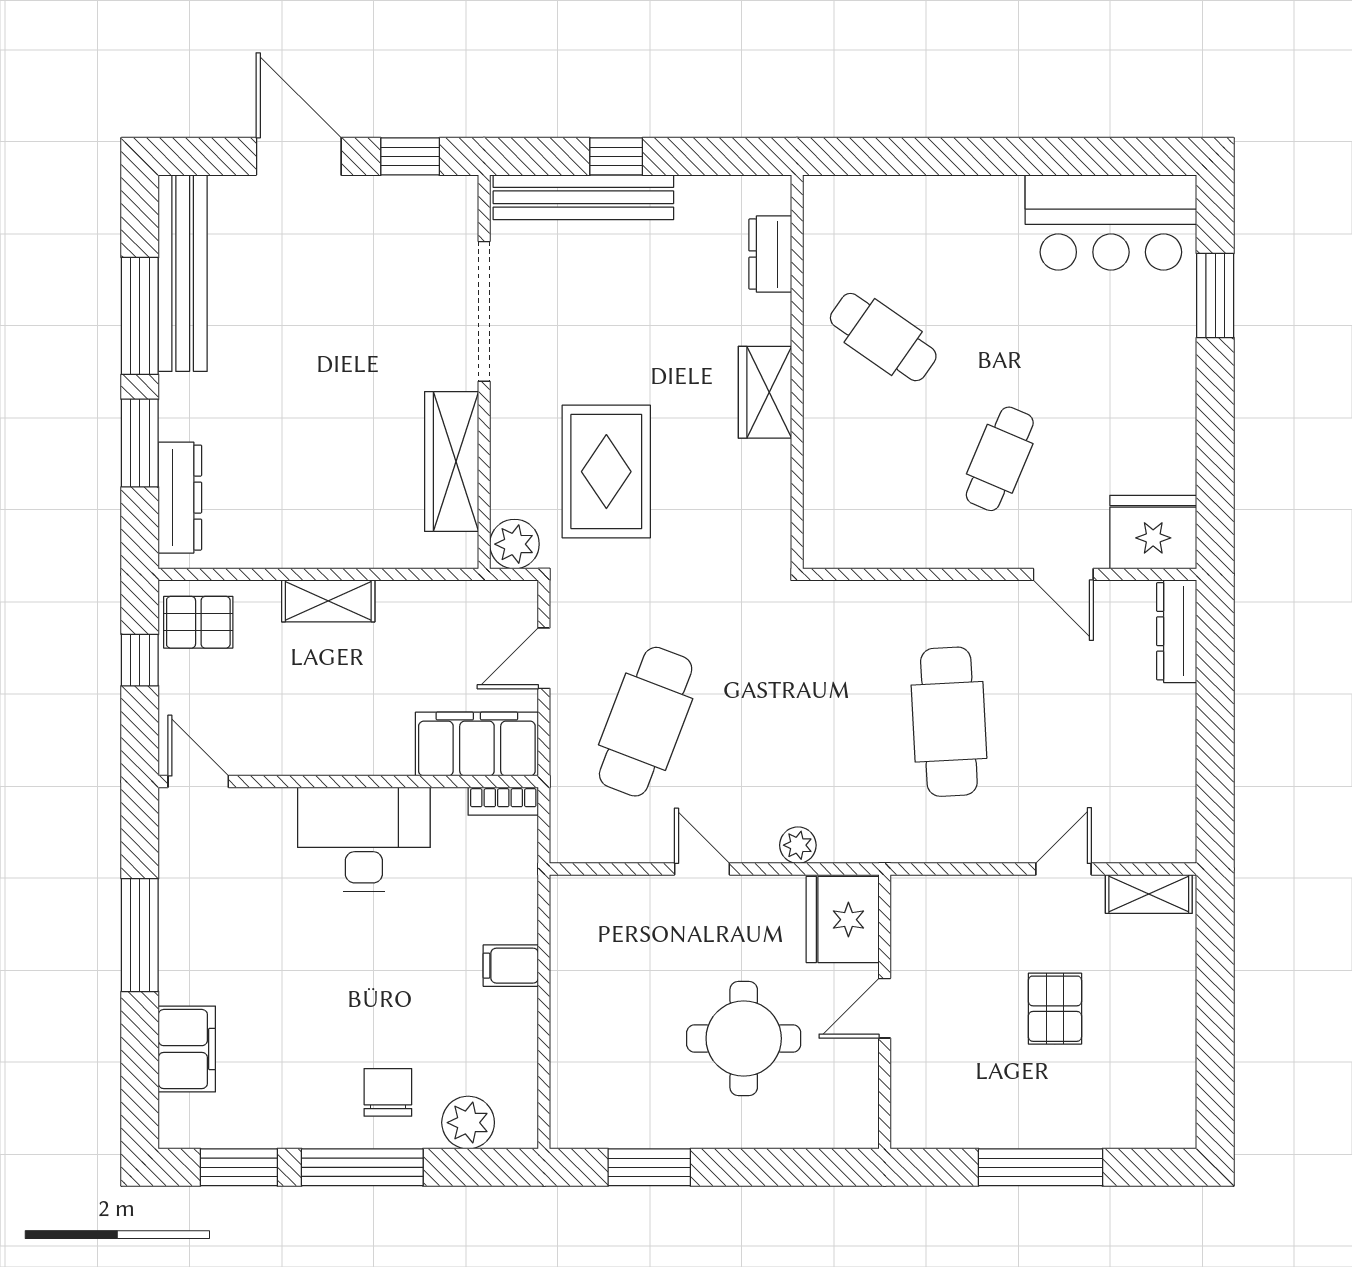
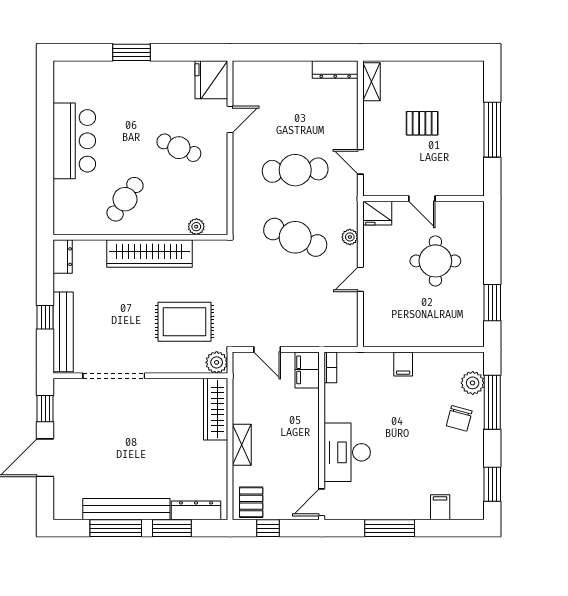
bar counter: (1111, 222) -> (74, 141), moved
dresser: (770, 254) -> (63, 257), moved, turned -90
bench: (183, 273) -> (126, 509), moved
window: (1215, 295) -> (131, 52), moved
wardrobe: (765, 392) -> (149, 254), width x2.10, depth x1.17
wardrobe: (452, 461) -> (216, 409), moved, turned 90
plant: (821, 498) -> (196, 227), added
dresser: (1177, 631) -> (335, 69), moved
cafe table: (646, 722) -> (295, 237), moved
filing cabinet: (477, 744) -> (307, 370), width x0.67, depth x0.86
desk: (364, 839) -> (347, 452), moved
door: (1064, 869) -> (360, 162), moved
fridge: (843, 920) -> (378, 213), width x0.73, depth x0.75
filing cabinet: (187, 1049) -> (440, 507), width x0.50
chair: (388, 1092) -> (459, 418), turned -75
window: (362, 1167) -> (492, 402), moved

